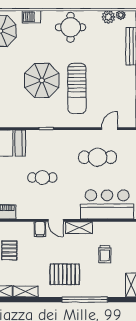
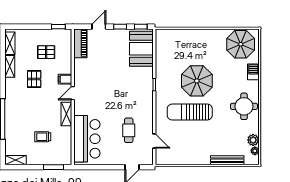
cafe table: (98, 157) -> (129, 130), width x0.73, depth x0.74
cafe table: (42, 178) -> (111, 81), removed
pallet: (65, 274) -> (34, 79), moved, width x0.67, depth x0.71

